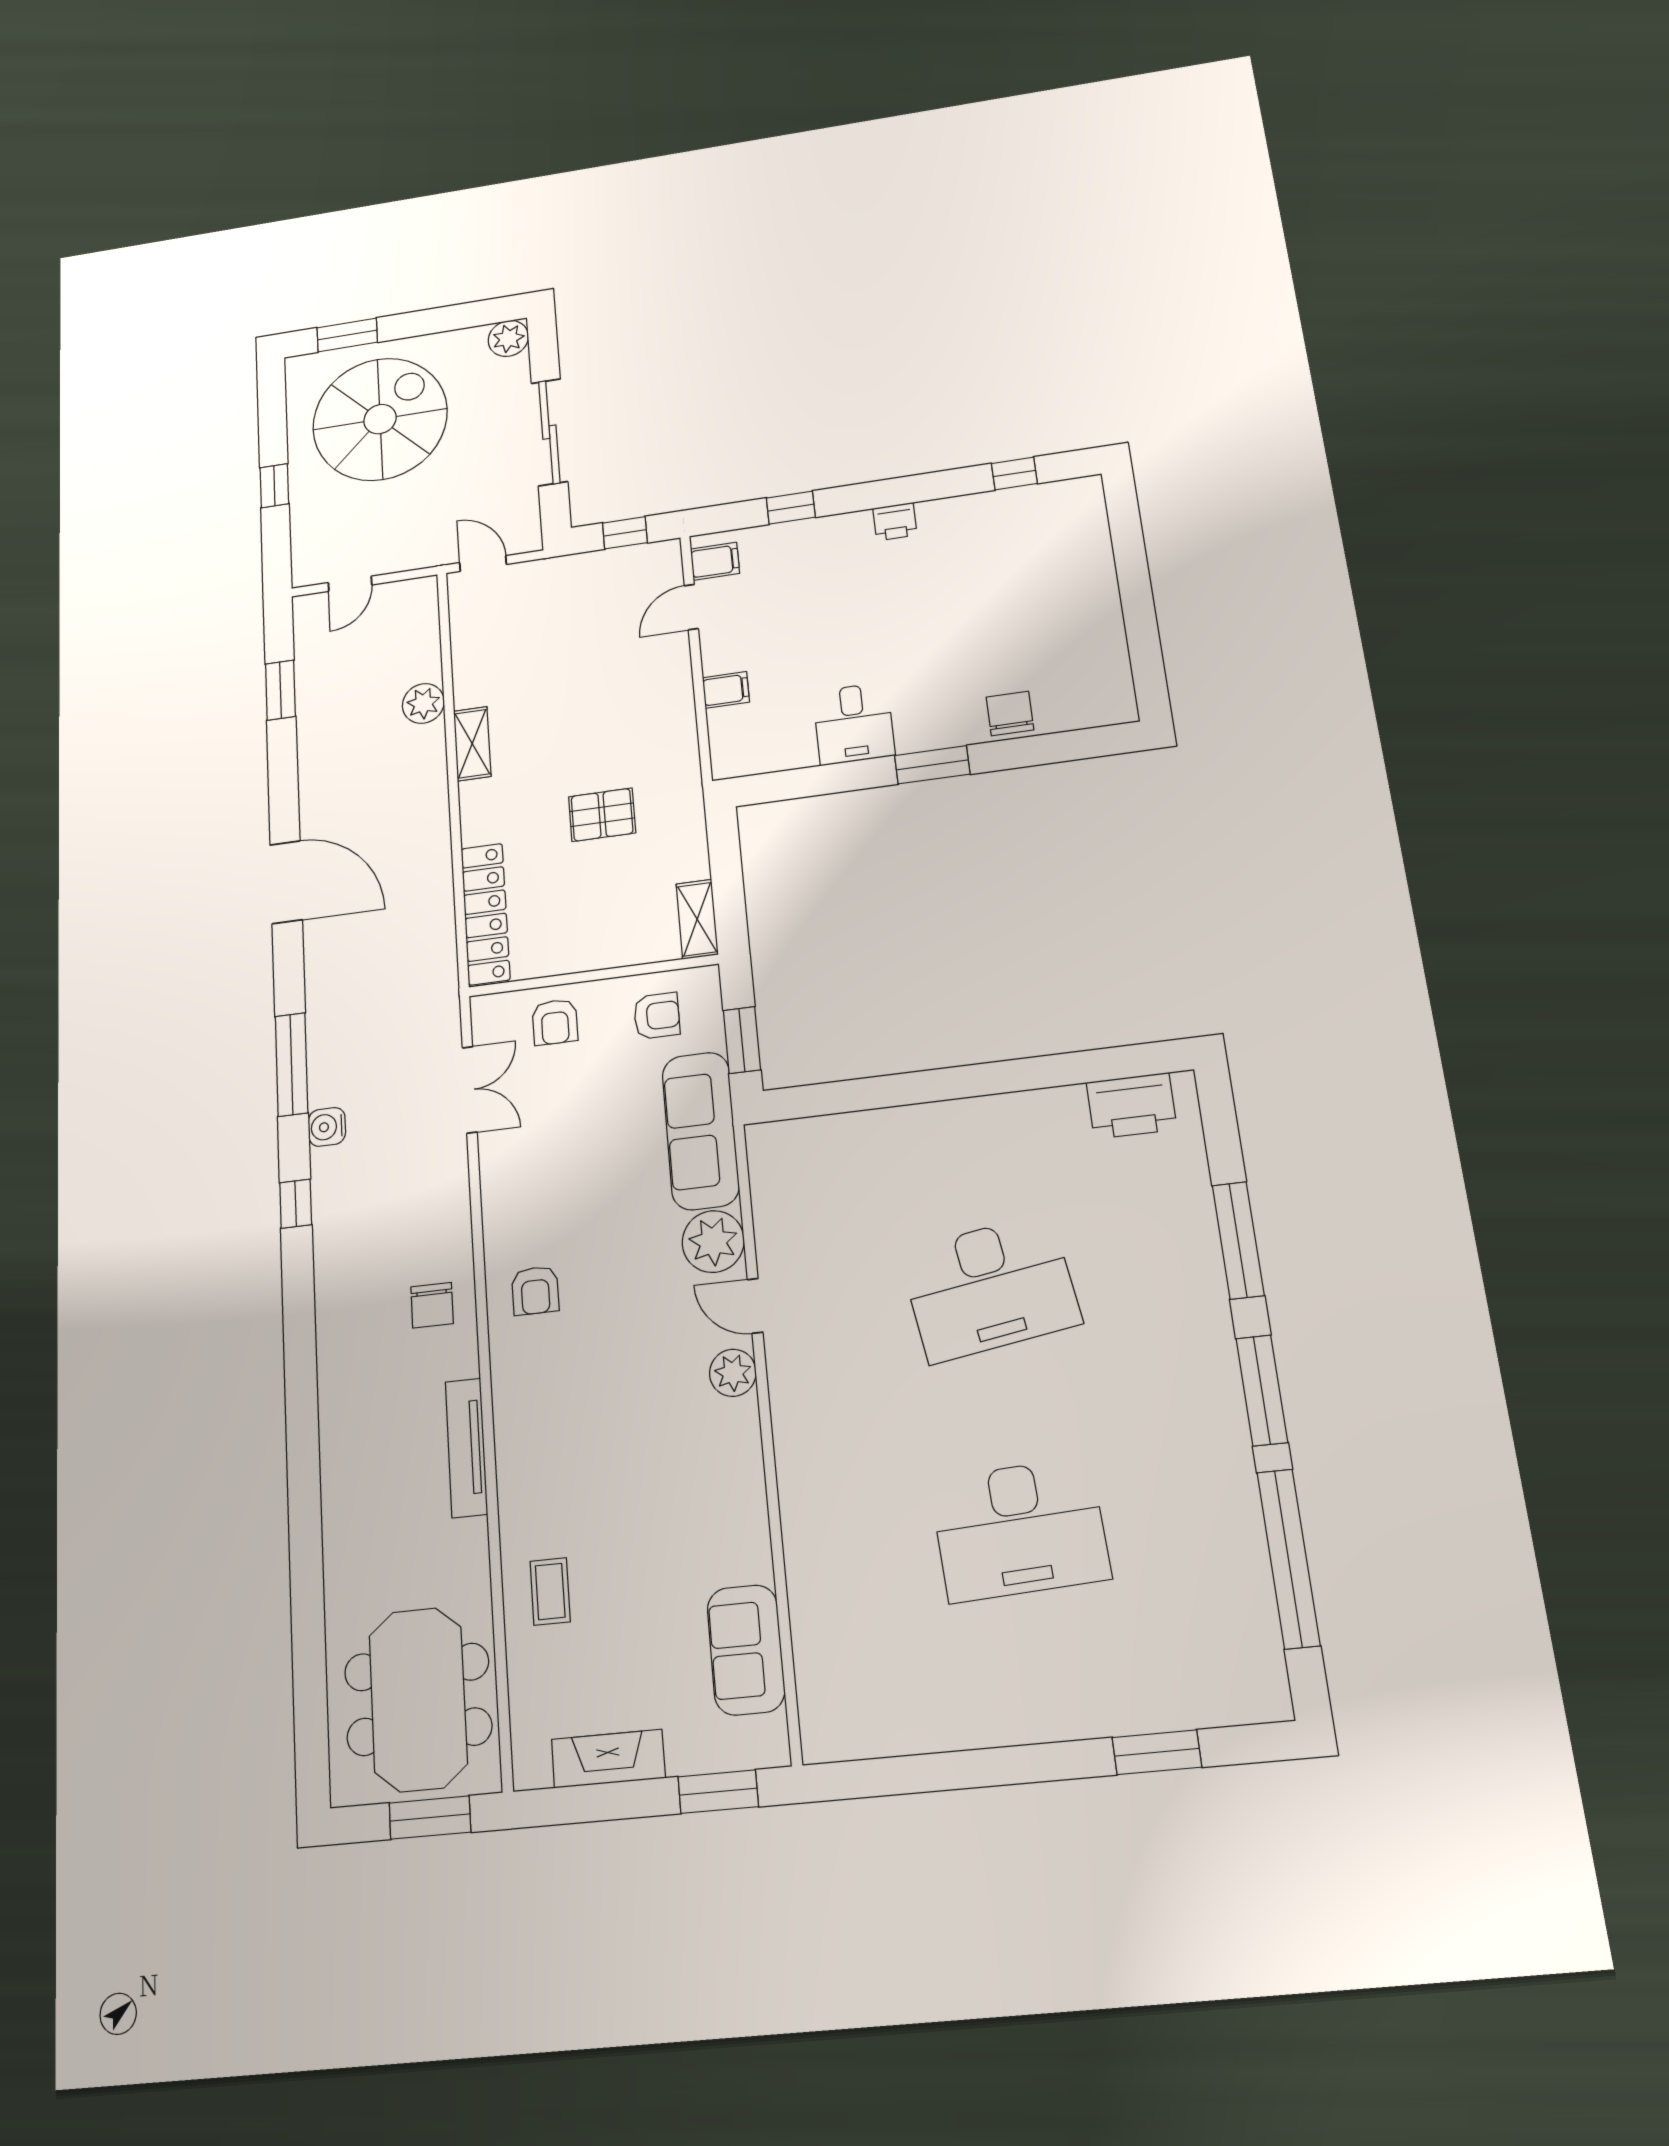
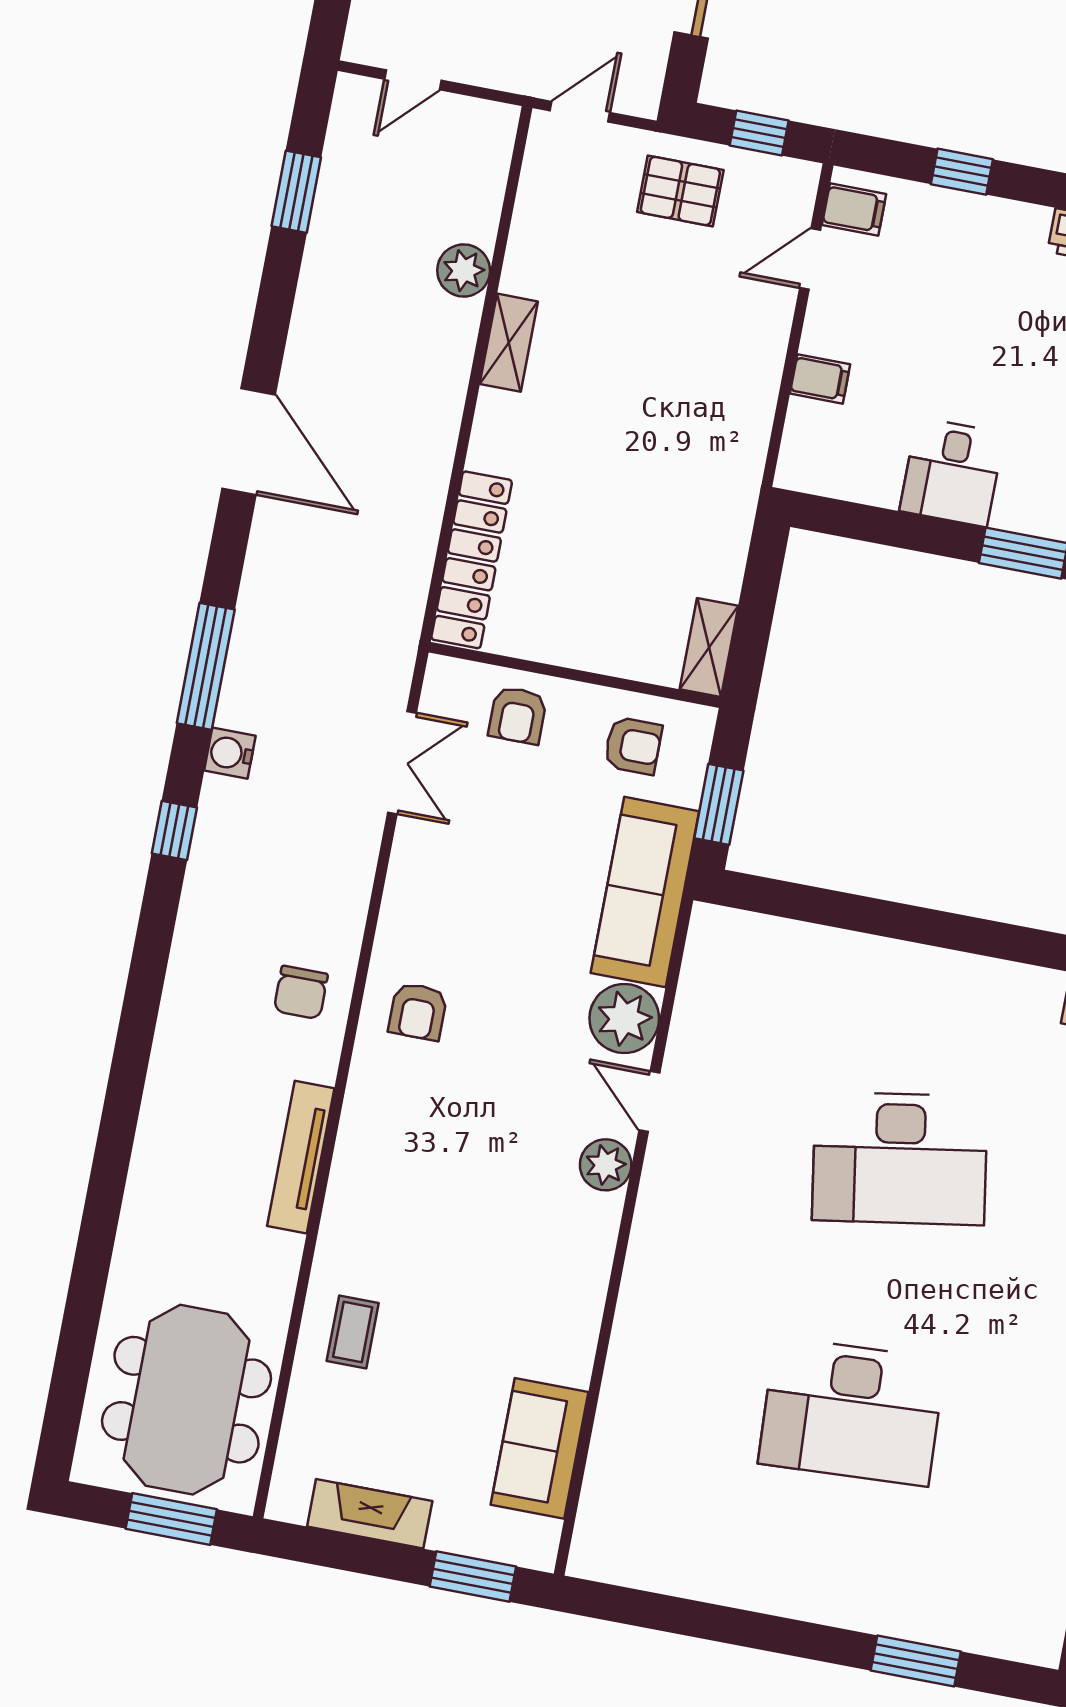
door: (483, 564) -> (580, 112), hinge flipped
pallet: (602, 815) -> (680, 191), moved

